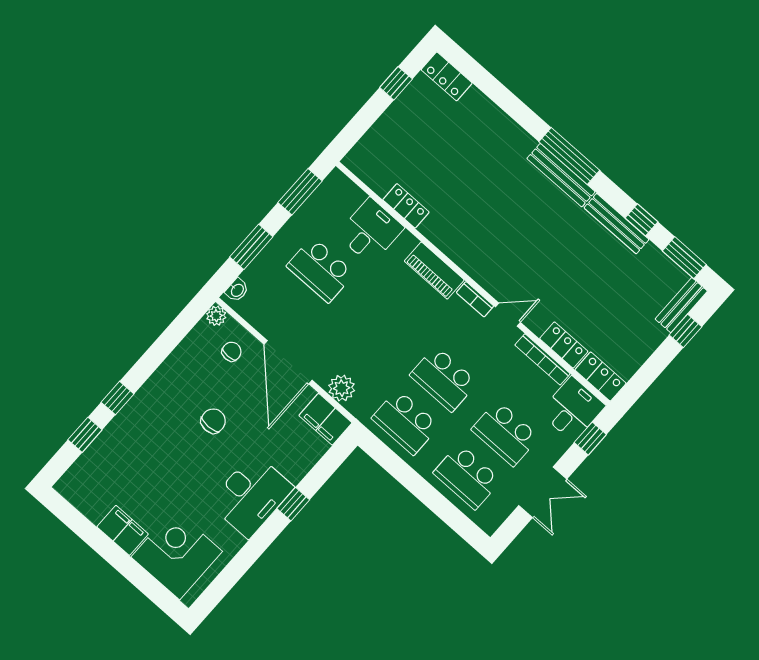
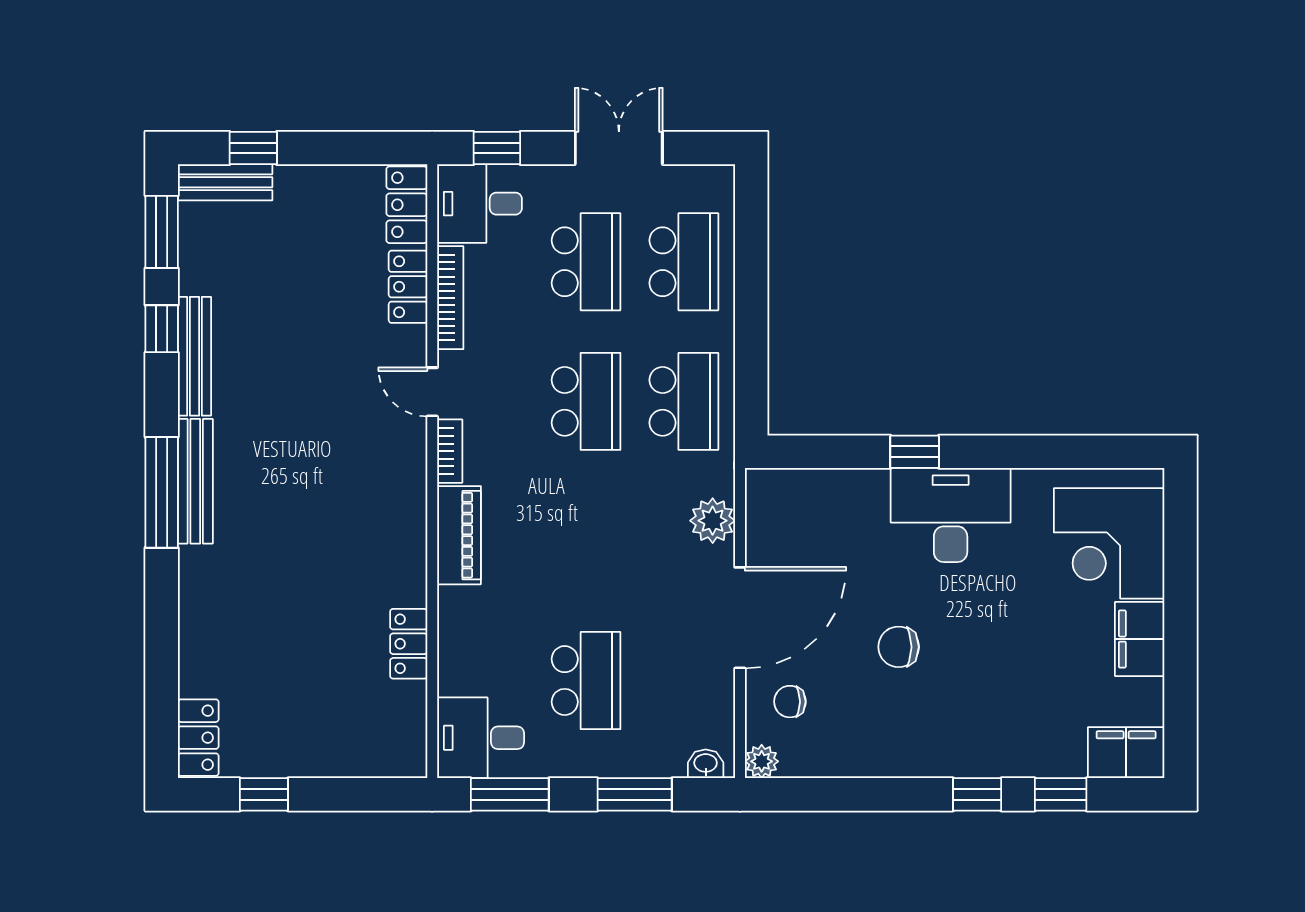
desk: (370, 231) -> (481, 738), moved
filing cabinet: (325, 419) -> (1126, 753), moved, turned -90

